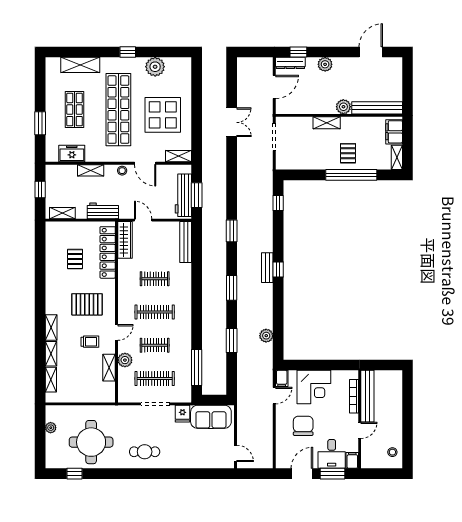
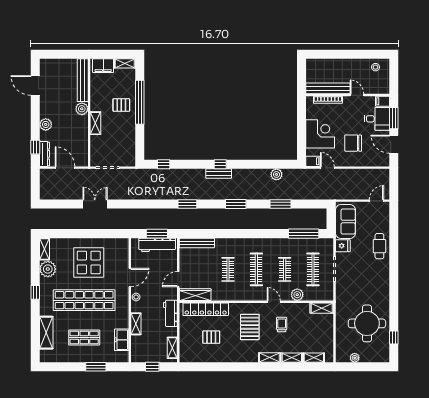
shelving: (179, 156) -> (45, 249), moved
shelving: (109, 368) -> (322, 308), moved
cafe table: (145, 452) -> (379, 246), moved

